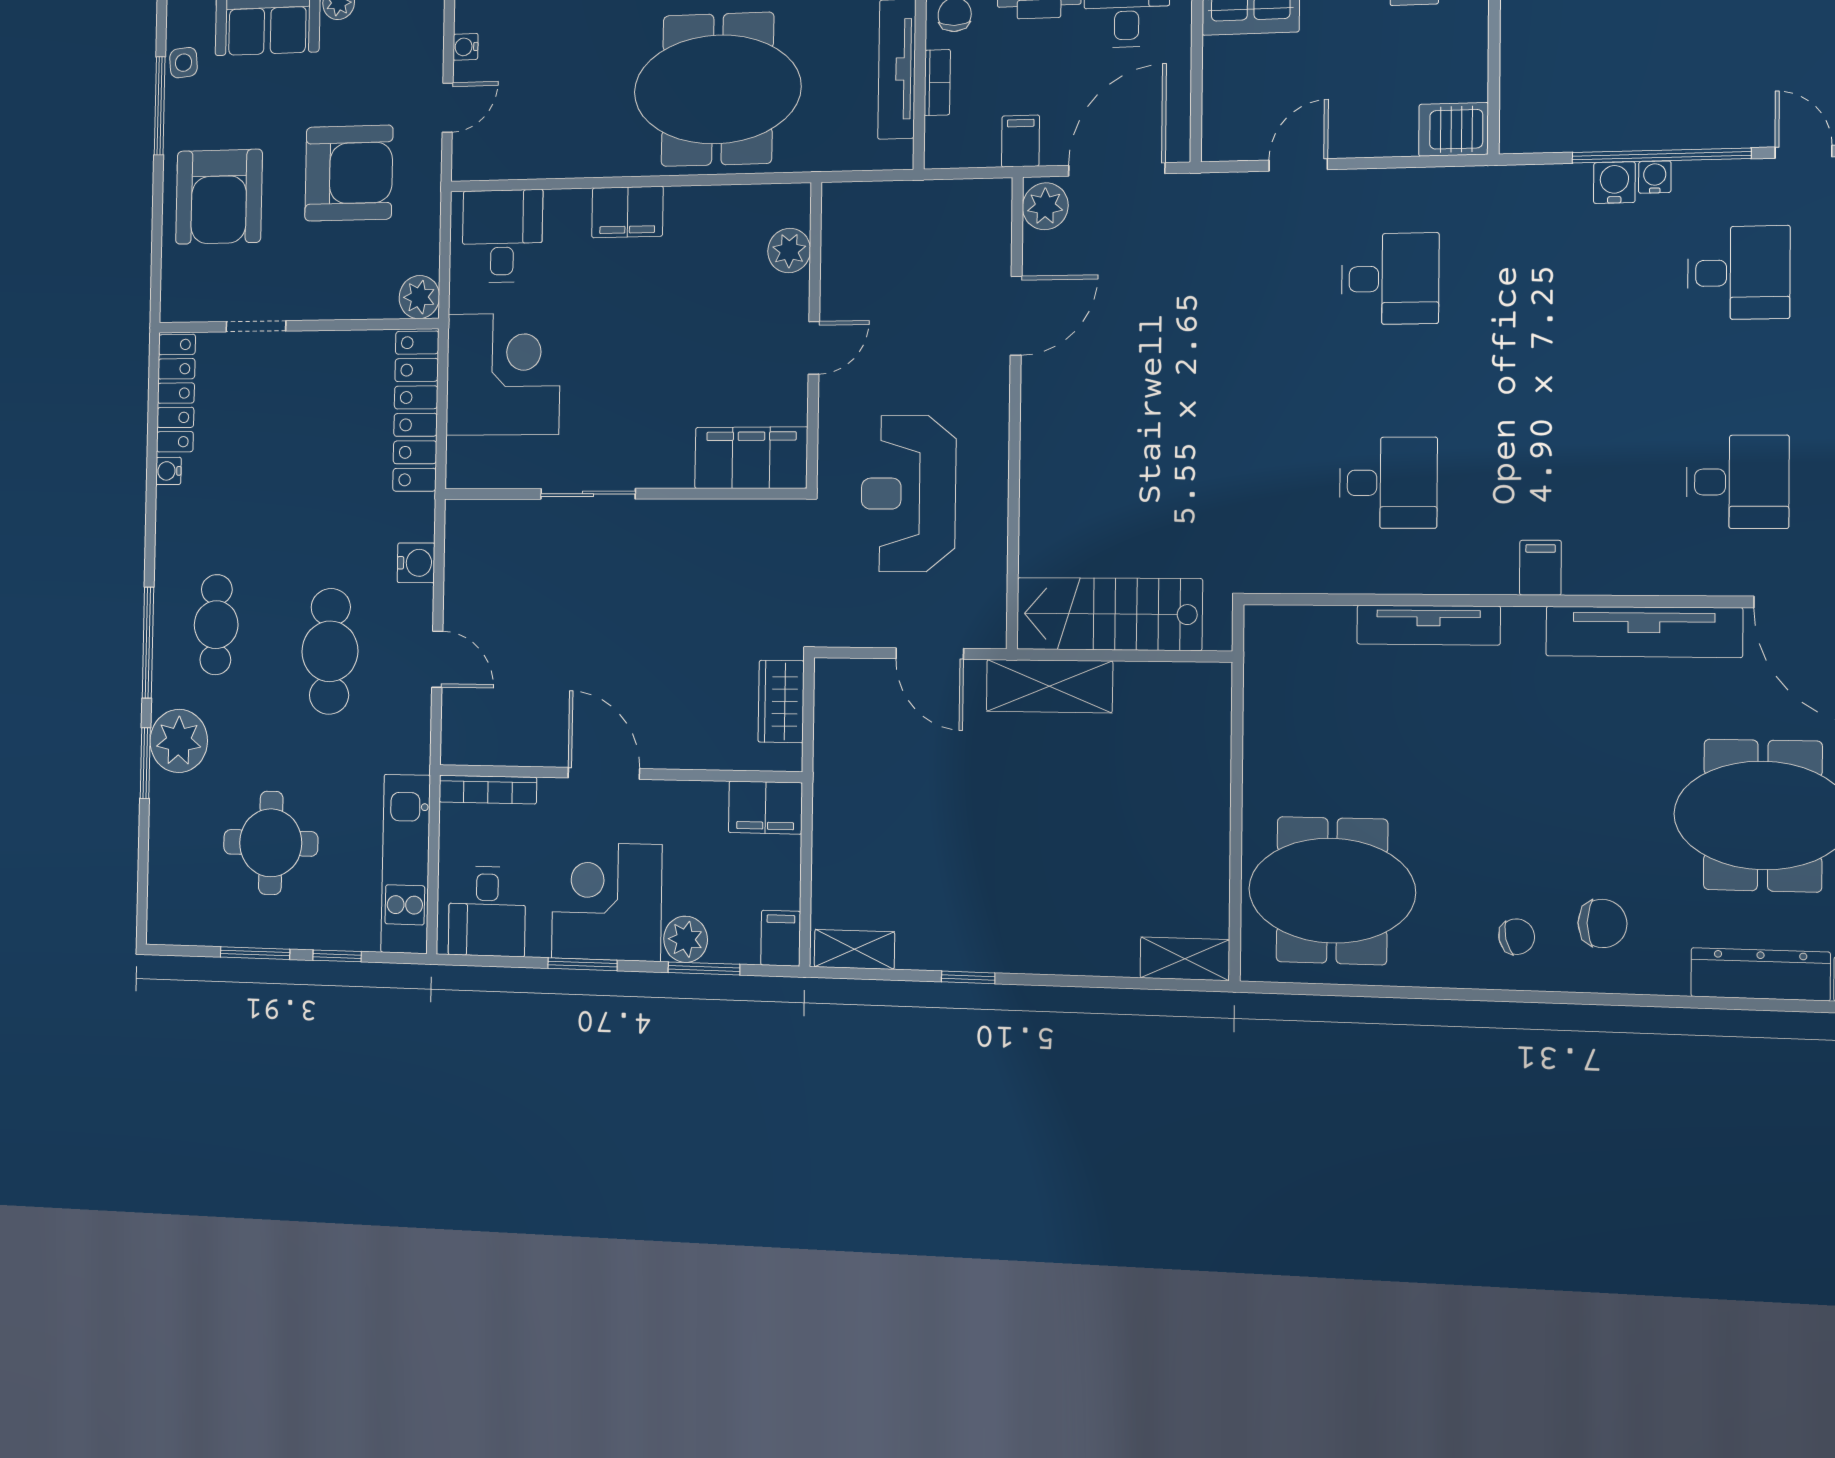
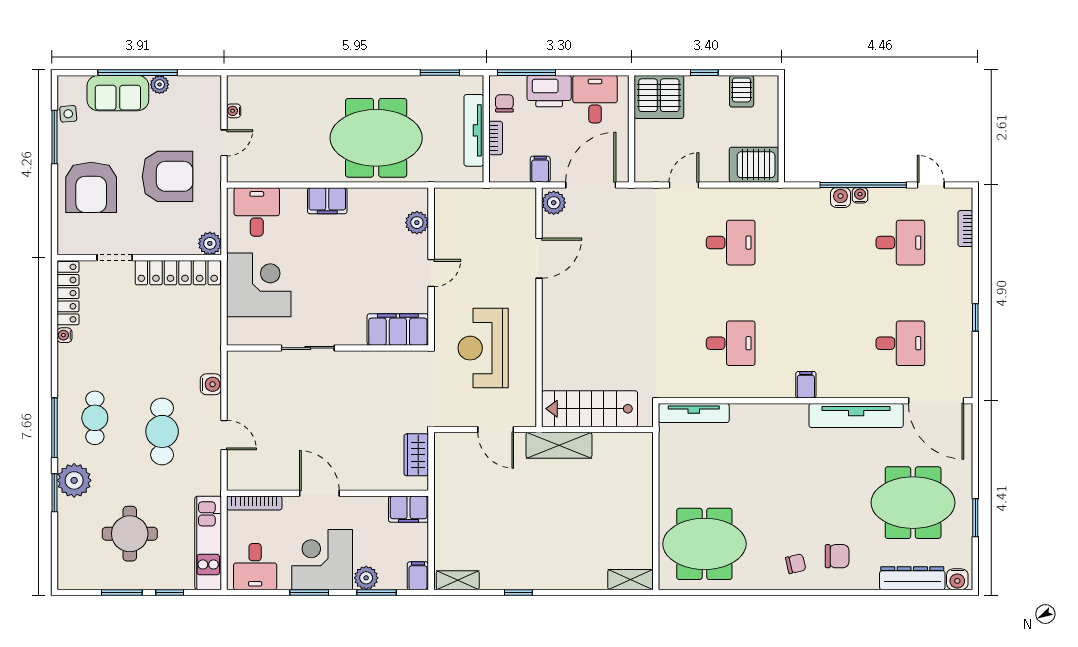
server rack: (1454, 129) -> (754, 165), width x1.36, depth x1.44
locker: (416, 411) -> (178, 273), moved, turned -90
tv unit: (1428, 625) -> (694, 413), moved

